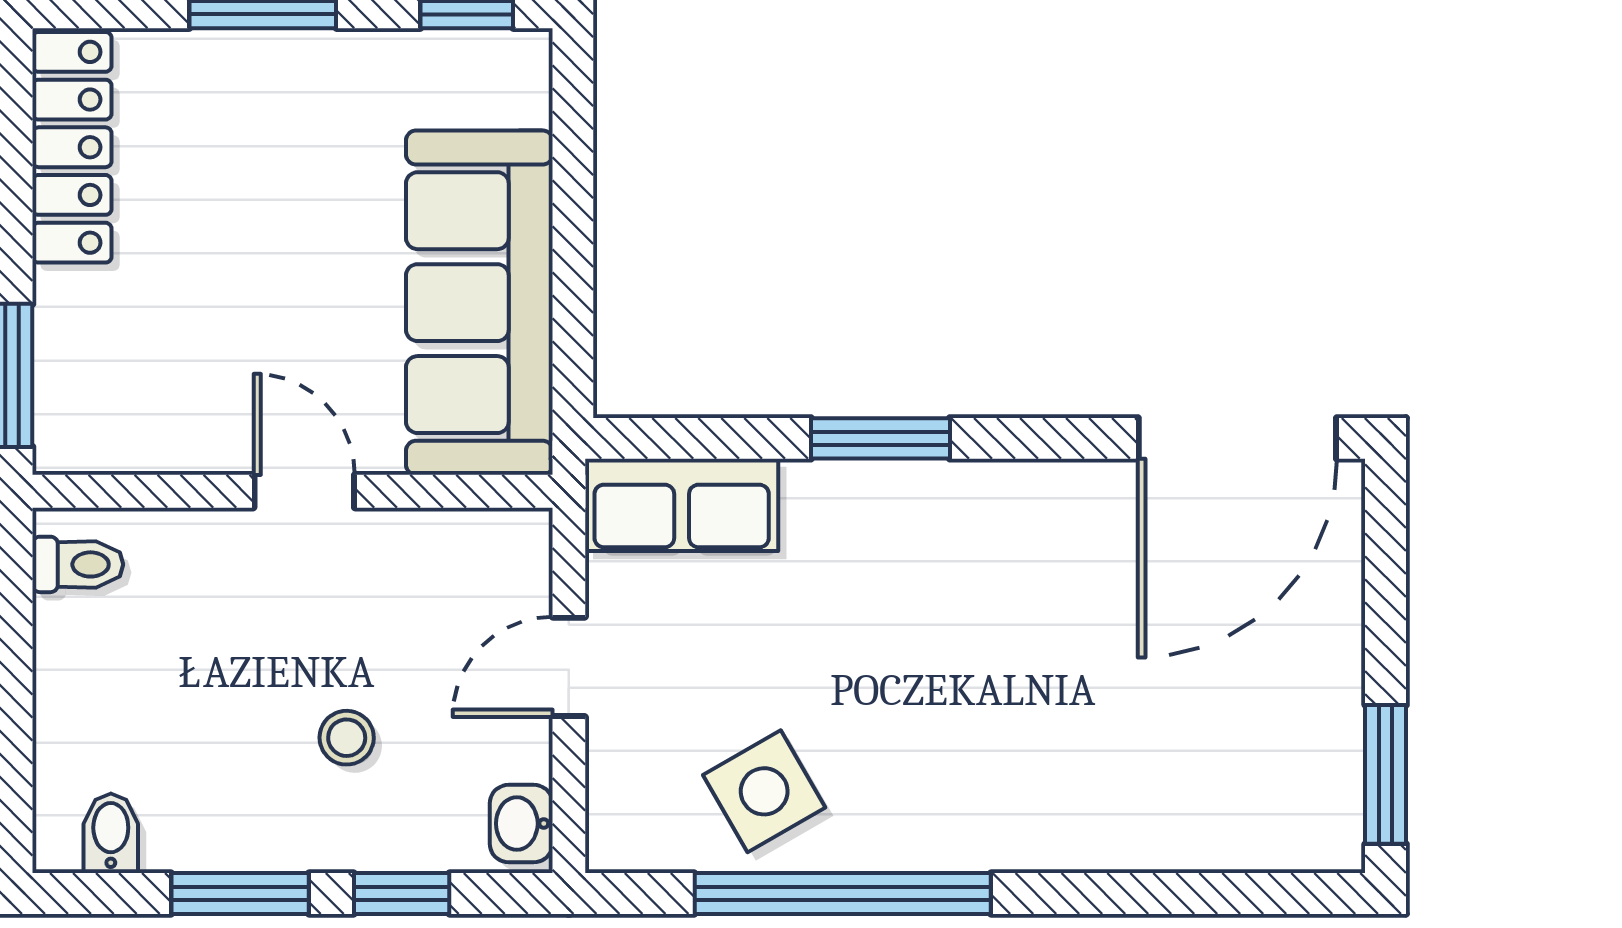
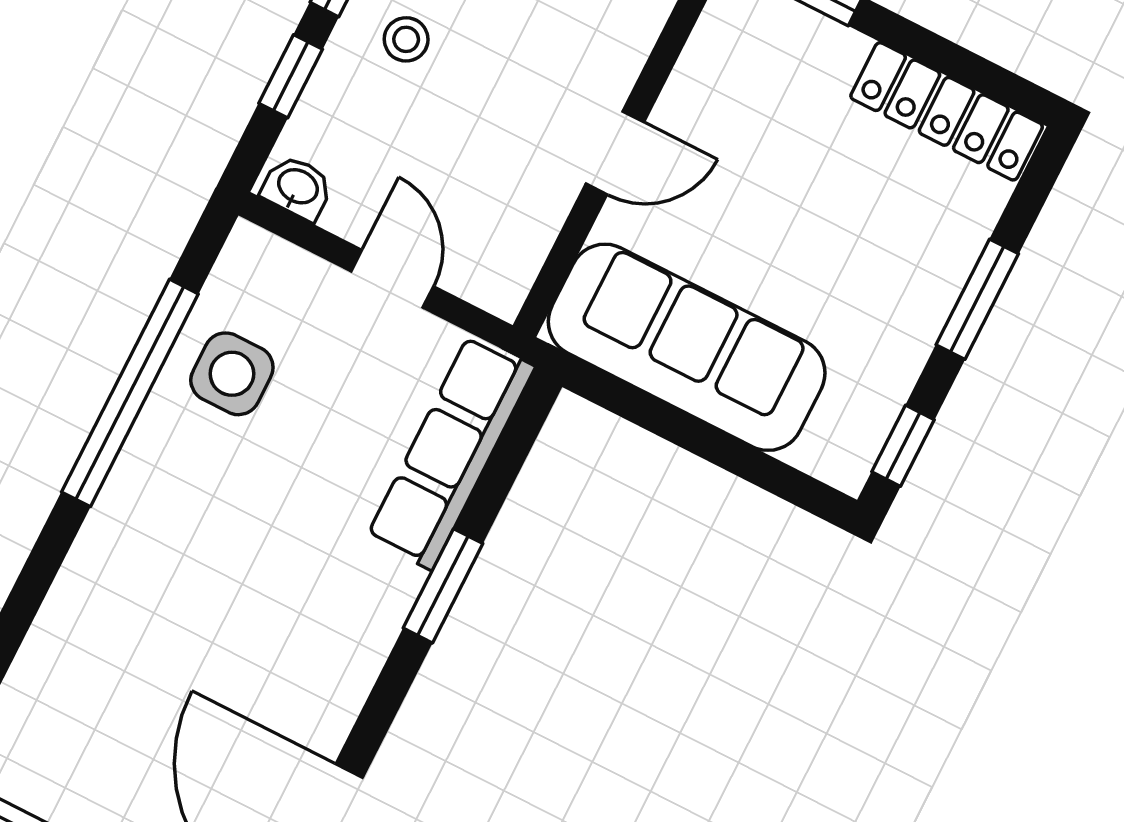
row of seats: (682, 505) -> (451, 452), width x1.48
stool: (347, 738) -> (406, 39), moved
side table: (764, 791) -> (232, 374), turned 30

